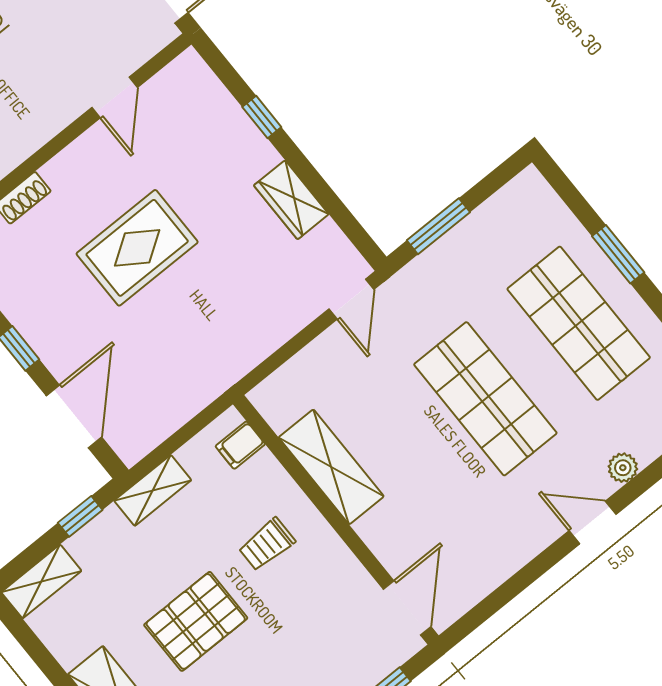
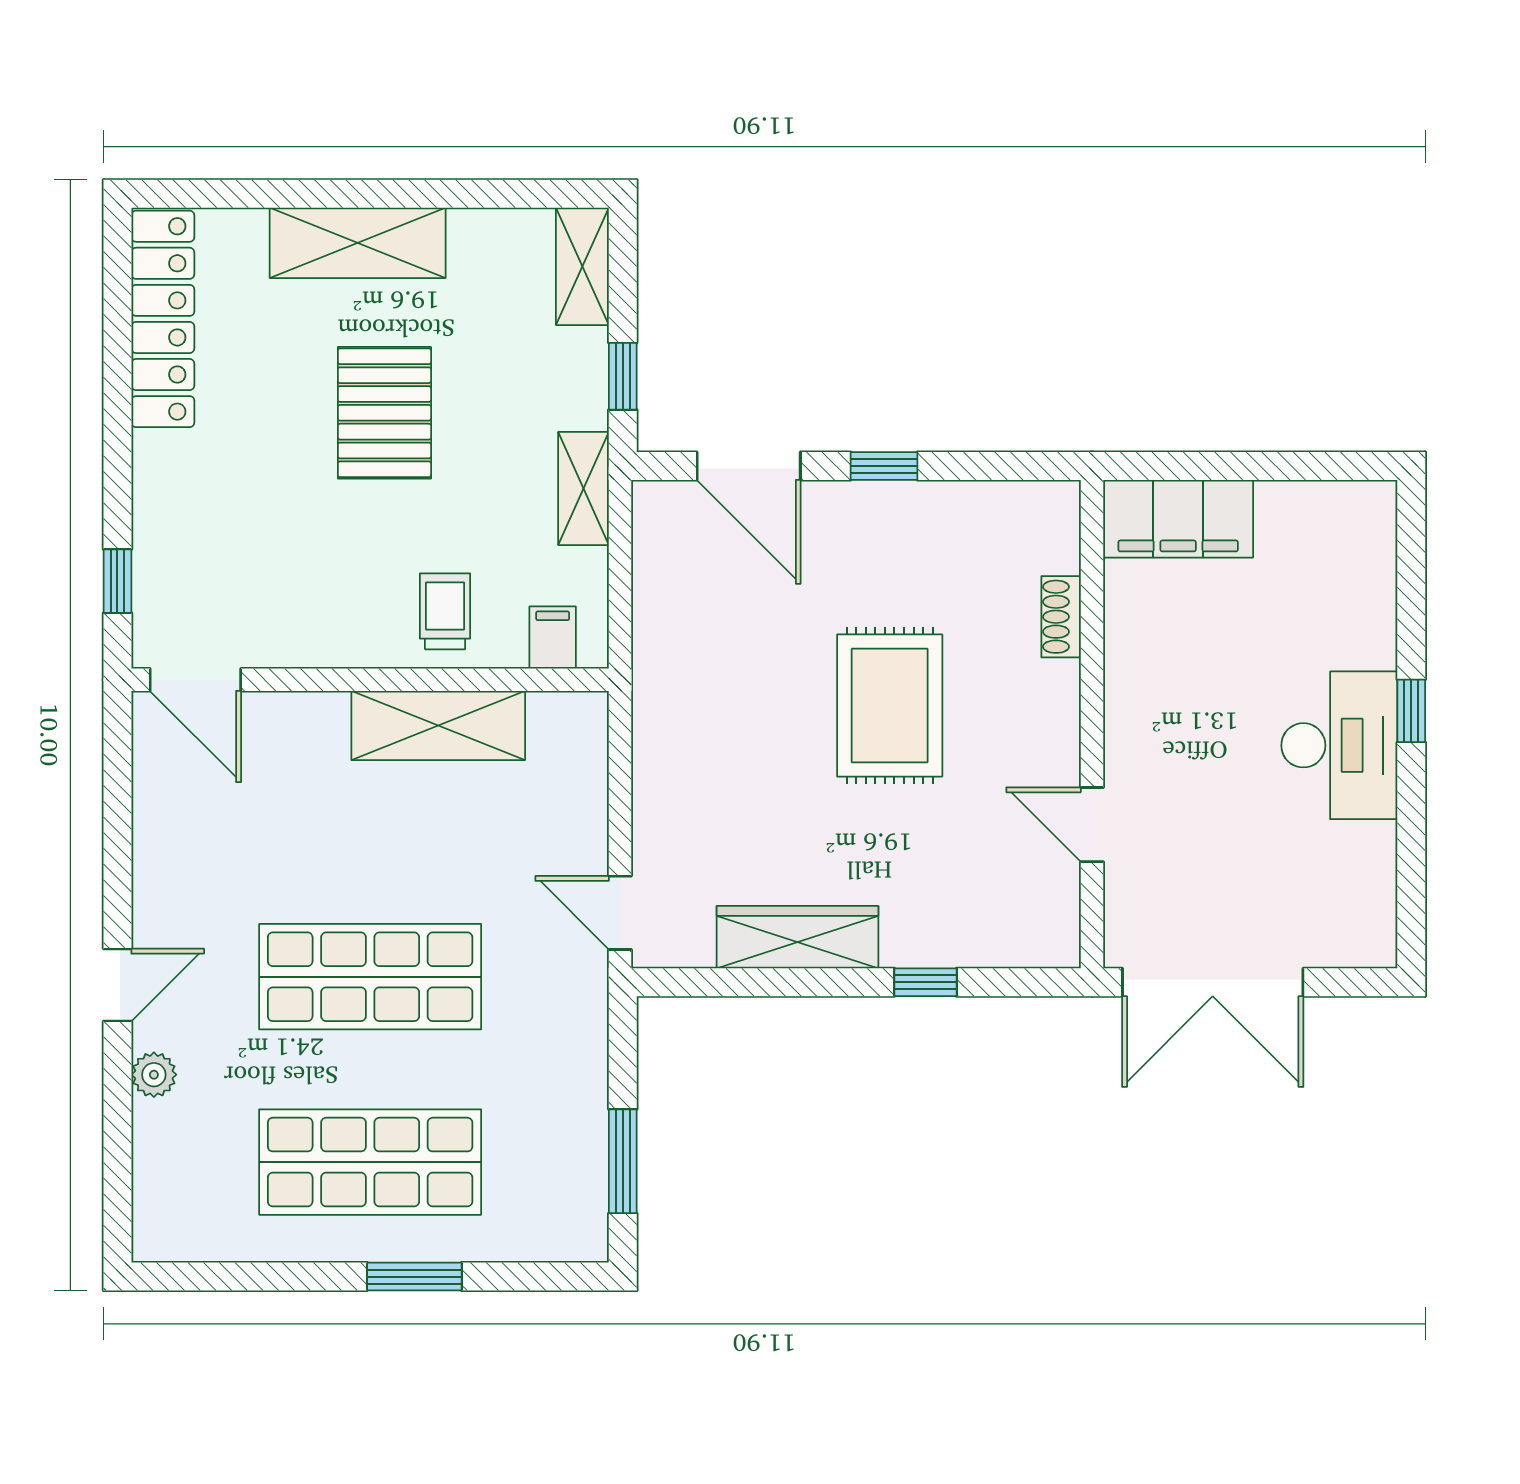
wardrobe: (291, 200) -> (797, 937), width x1.50
window: (438, 226) -> (623, 1161), moved
trolley: (267, 544) -> (445, 611), moved

